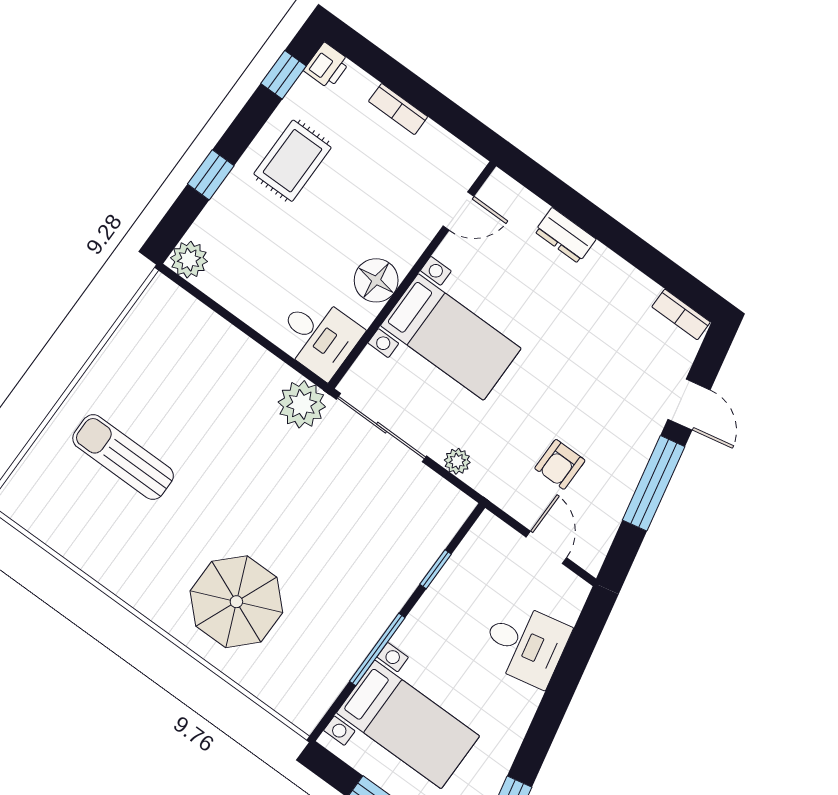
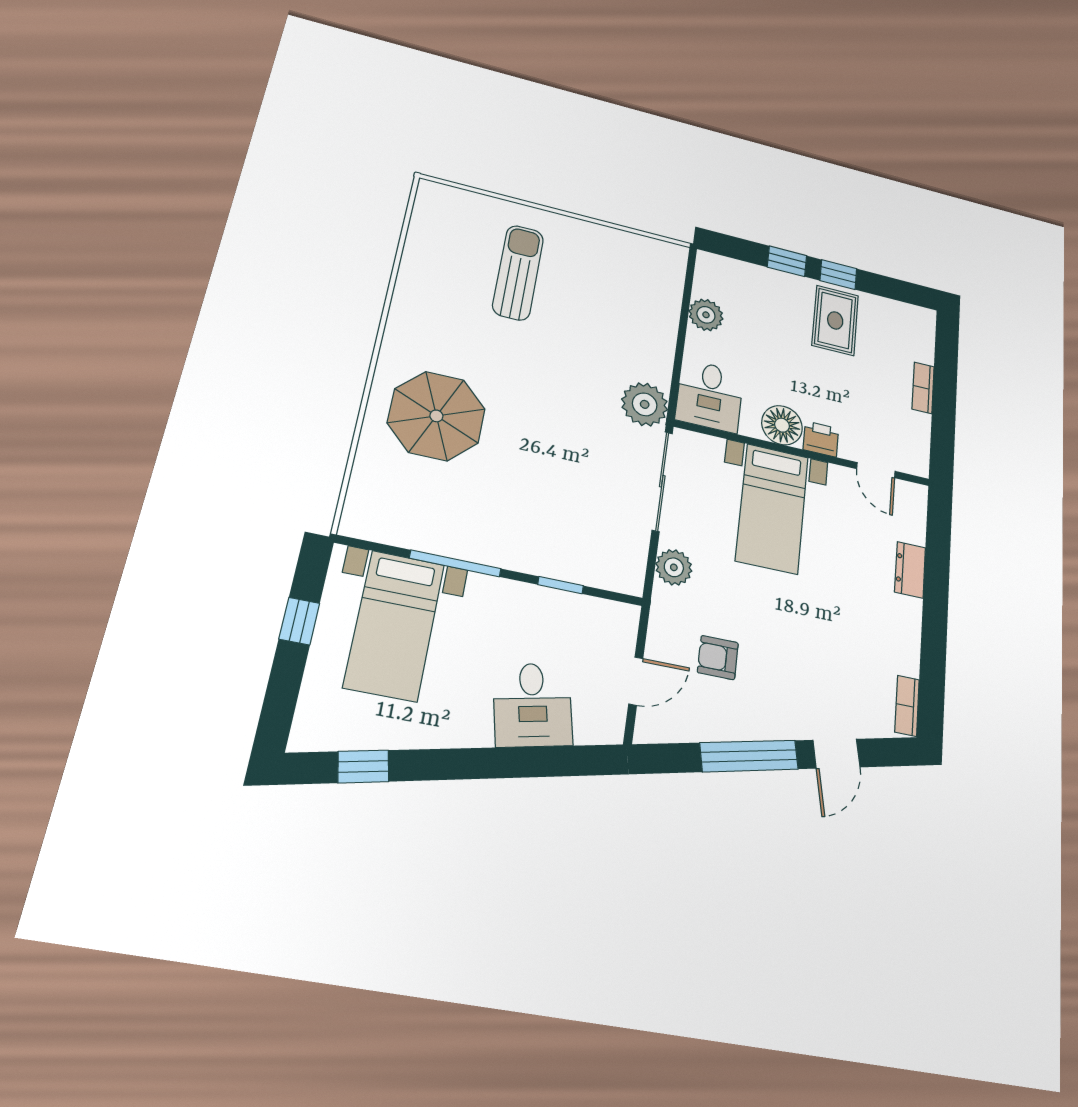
printer: (327, 66) -> (821, 439), moved, turned 180
window: (284, 75) -> (838, 275), moved
rug: (292, 161) -> (835, 320), turned 90
plant: (189, 260) -> (706, 315), moved
plant: (457, 461) -> (674, 567), width x1.38, depth x1.38

